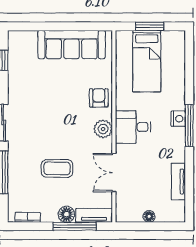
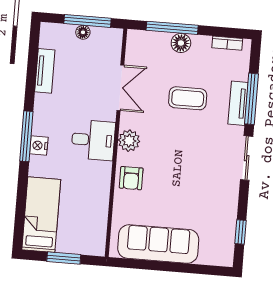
bed: (147, 61) -> (41, 215), moved
tv unit: (94, 215) -> (238, 103), moved, turned 90
window: (146, 226) -> (87, 21), added

